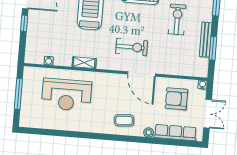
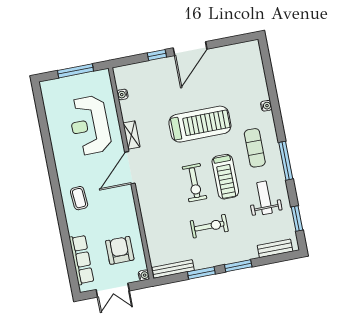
bench: (206, 40) -> (173, 269), moved
exercise bike: (132, 47) -> (194, 183), moved
window: (213, 48) -> (201, 273), moved
door: (142, 74) -> (130, 168), moved
plant: (149, 132) -> (73, 229), removed

